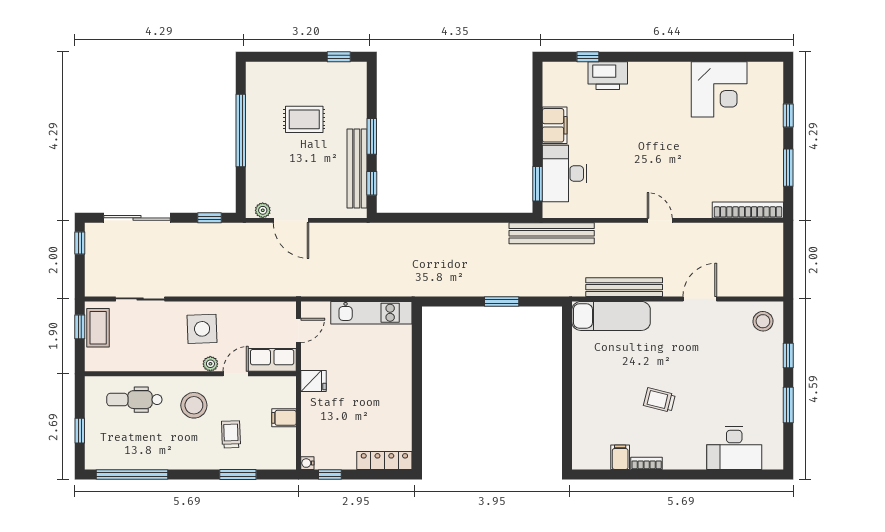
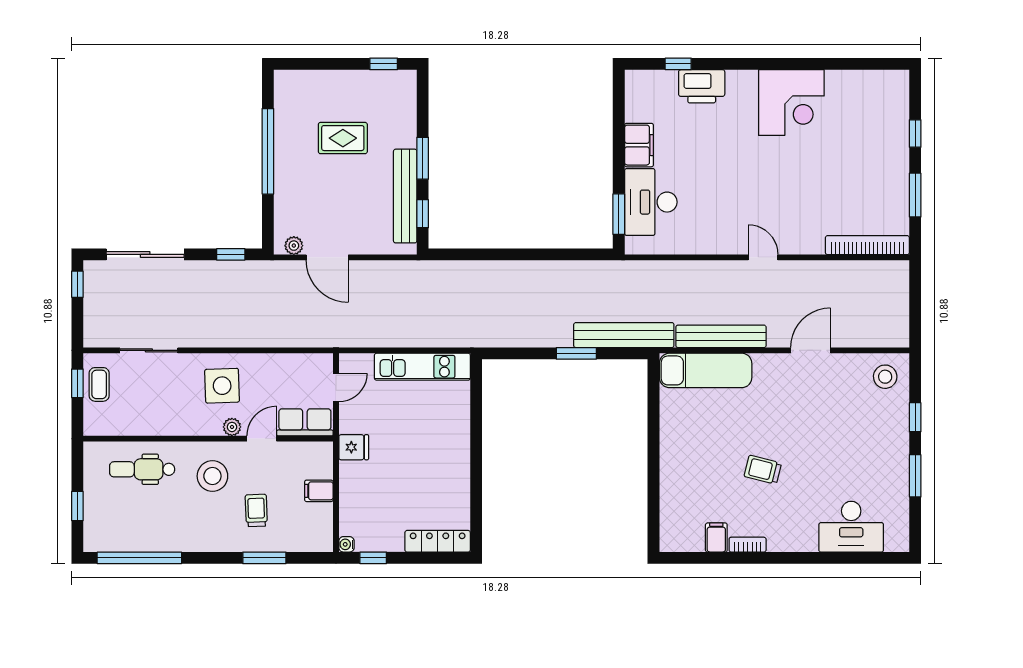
corner desk: (719, 89) -> (791, 103), moved
bench: (552, 233) -> (624, 335), moved
coffee table: (98, 328) -> (99, 384), width x0.73, depth x0.77

